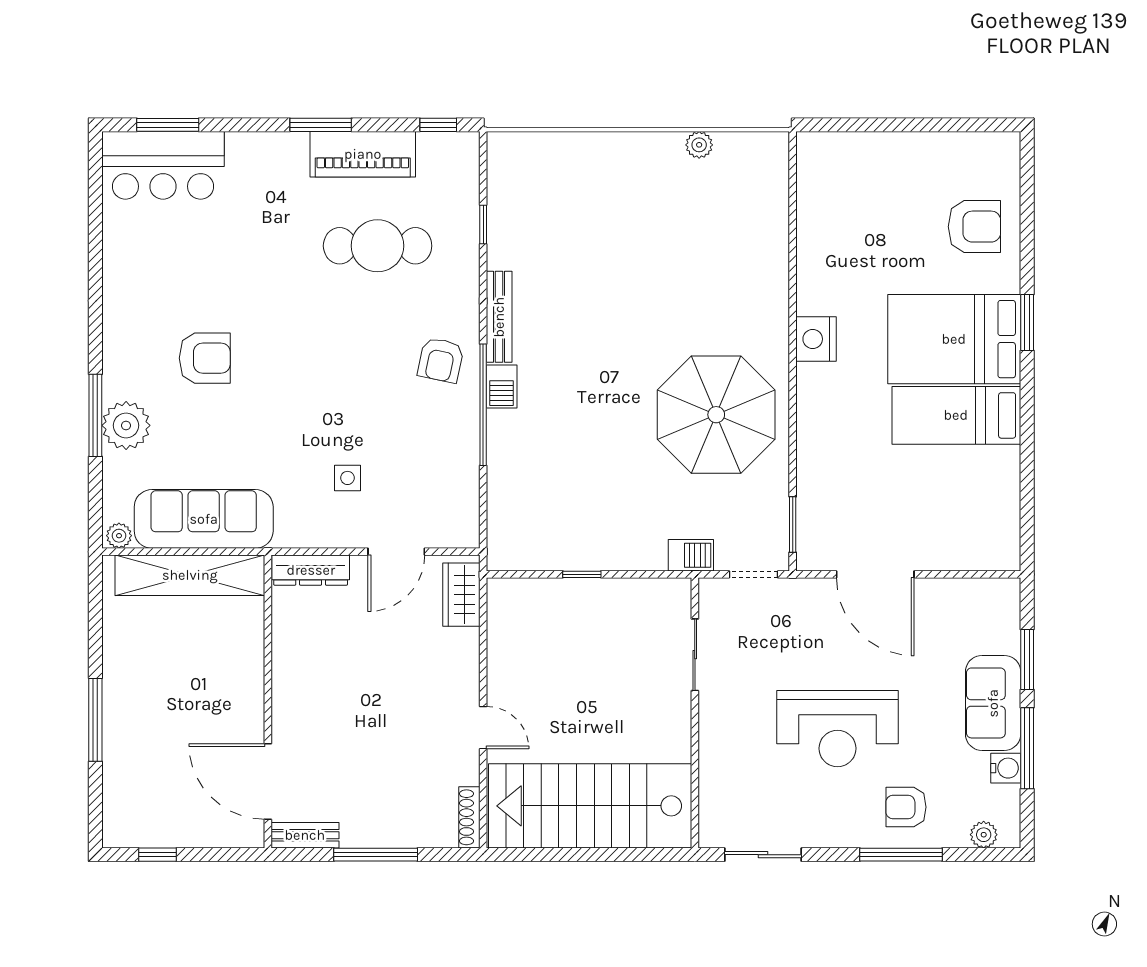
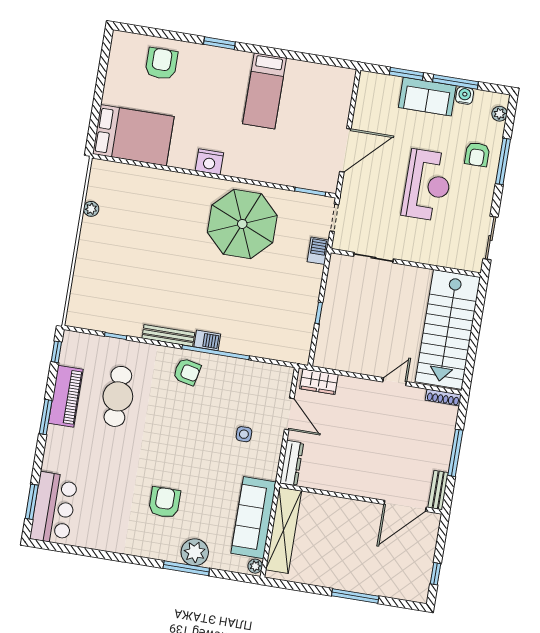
bed: (954, 339) -> (133, 135), moved, turned -90

